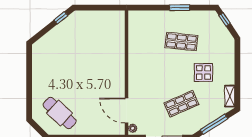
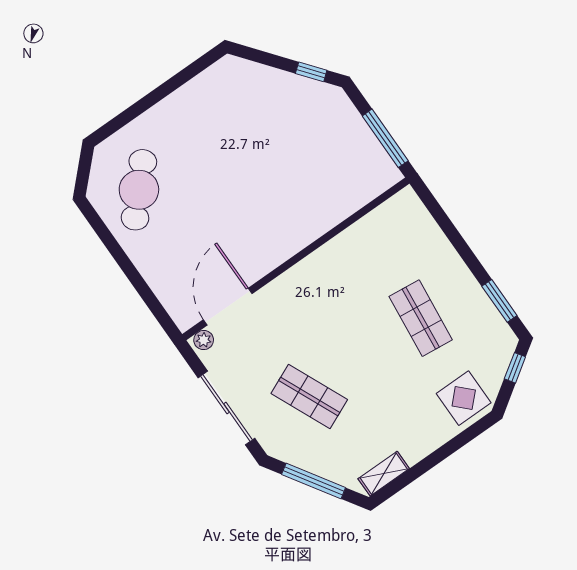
window: (105, 8) -> (385, 138), added
window: (180, 8) -> (499, 301), moved
display table: (203, 72) -> (464, 398), moved

